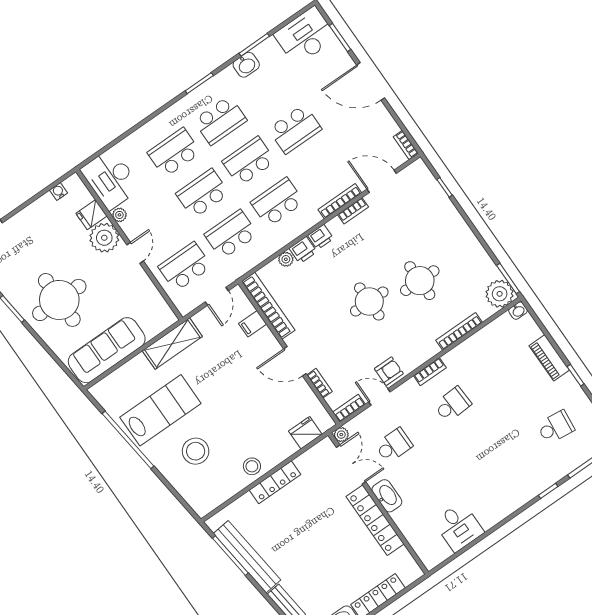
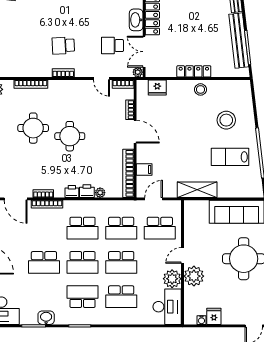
school desk: (295, 129) -> (44, 262), turned 180
fridge: (91, 215) -> (214, 316), moved, turned -90
plant: (119, 215) -> (172, 279), width x1.88, depth x1.88
armchair: (389, 371) -> (86, 89), removed
lab bench: (160, 410) -> (230, 157), width x0.73, depth x0.72

